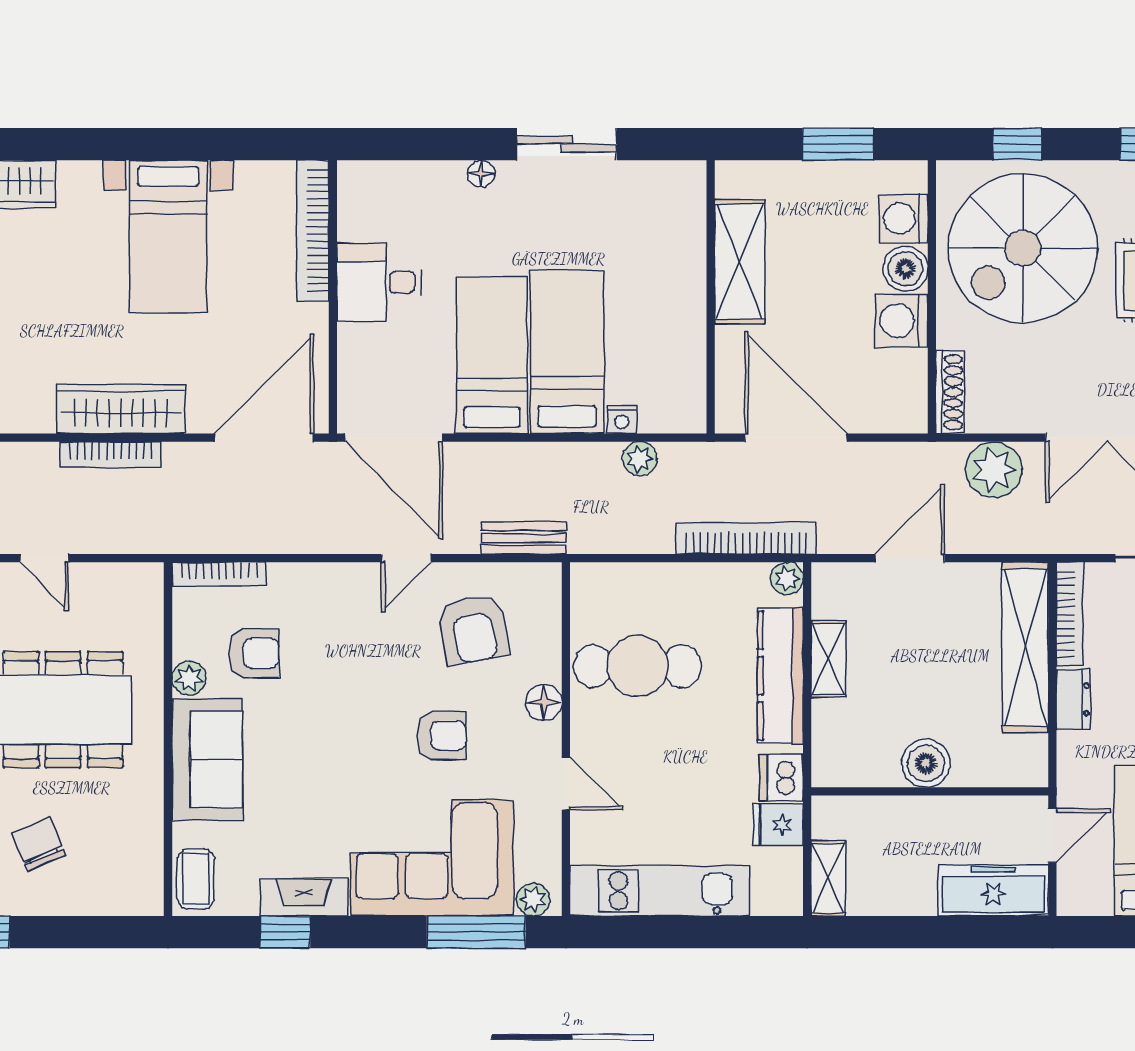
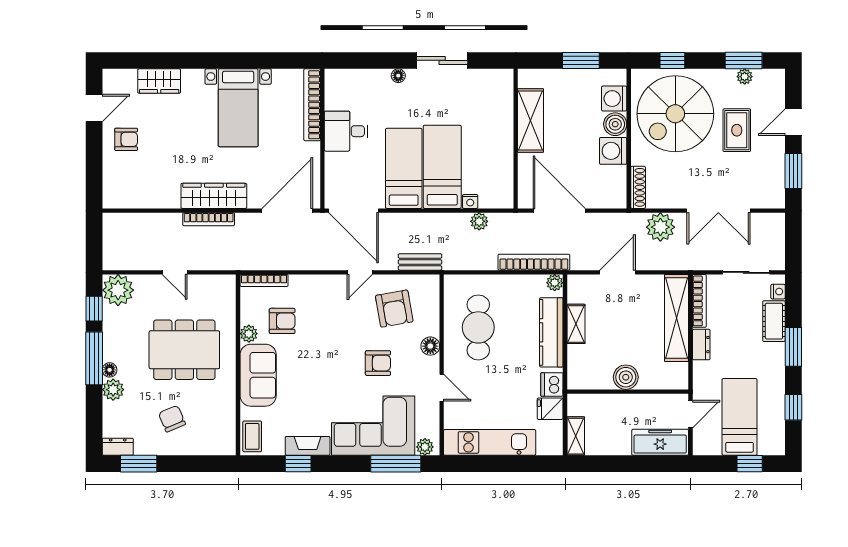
cafe table: (638, 666) -> (478, 327), turned 90

